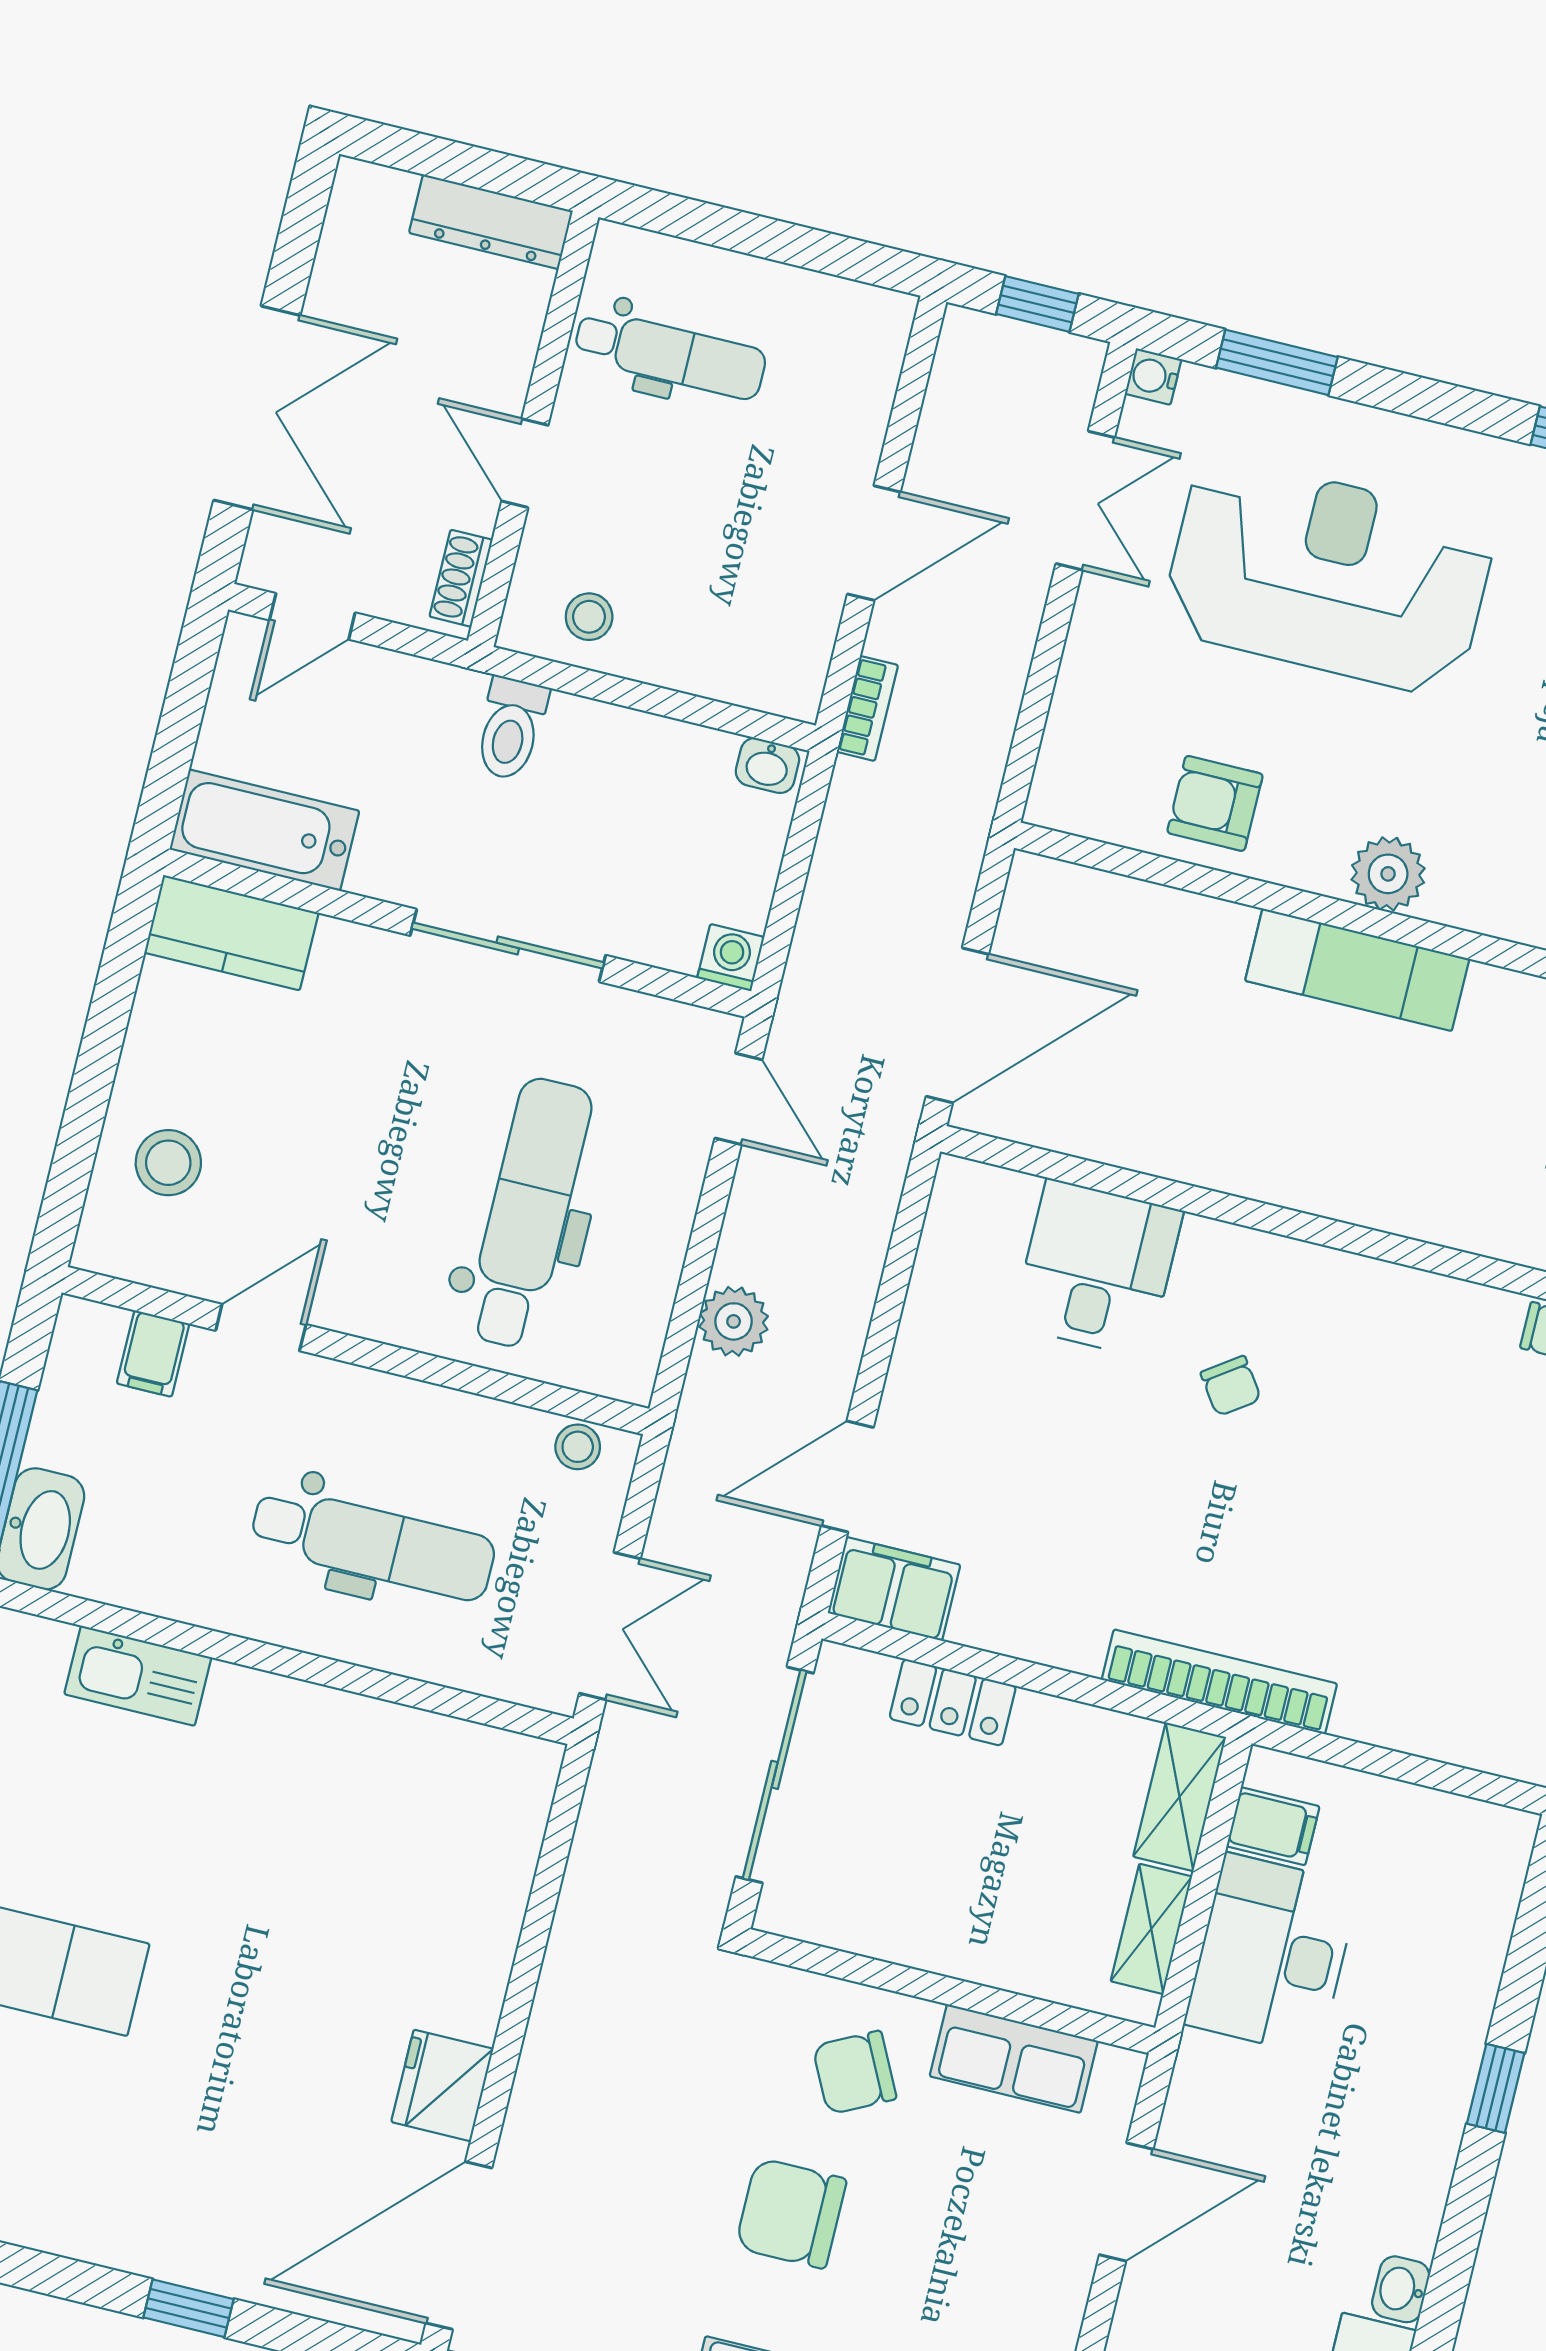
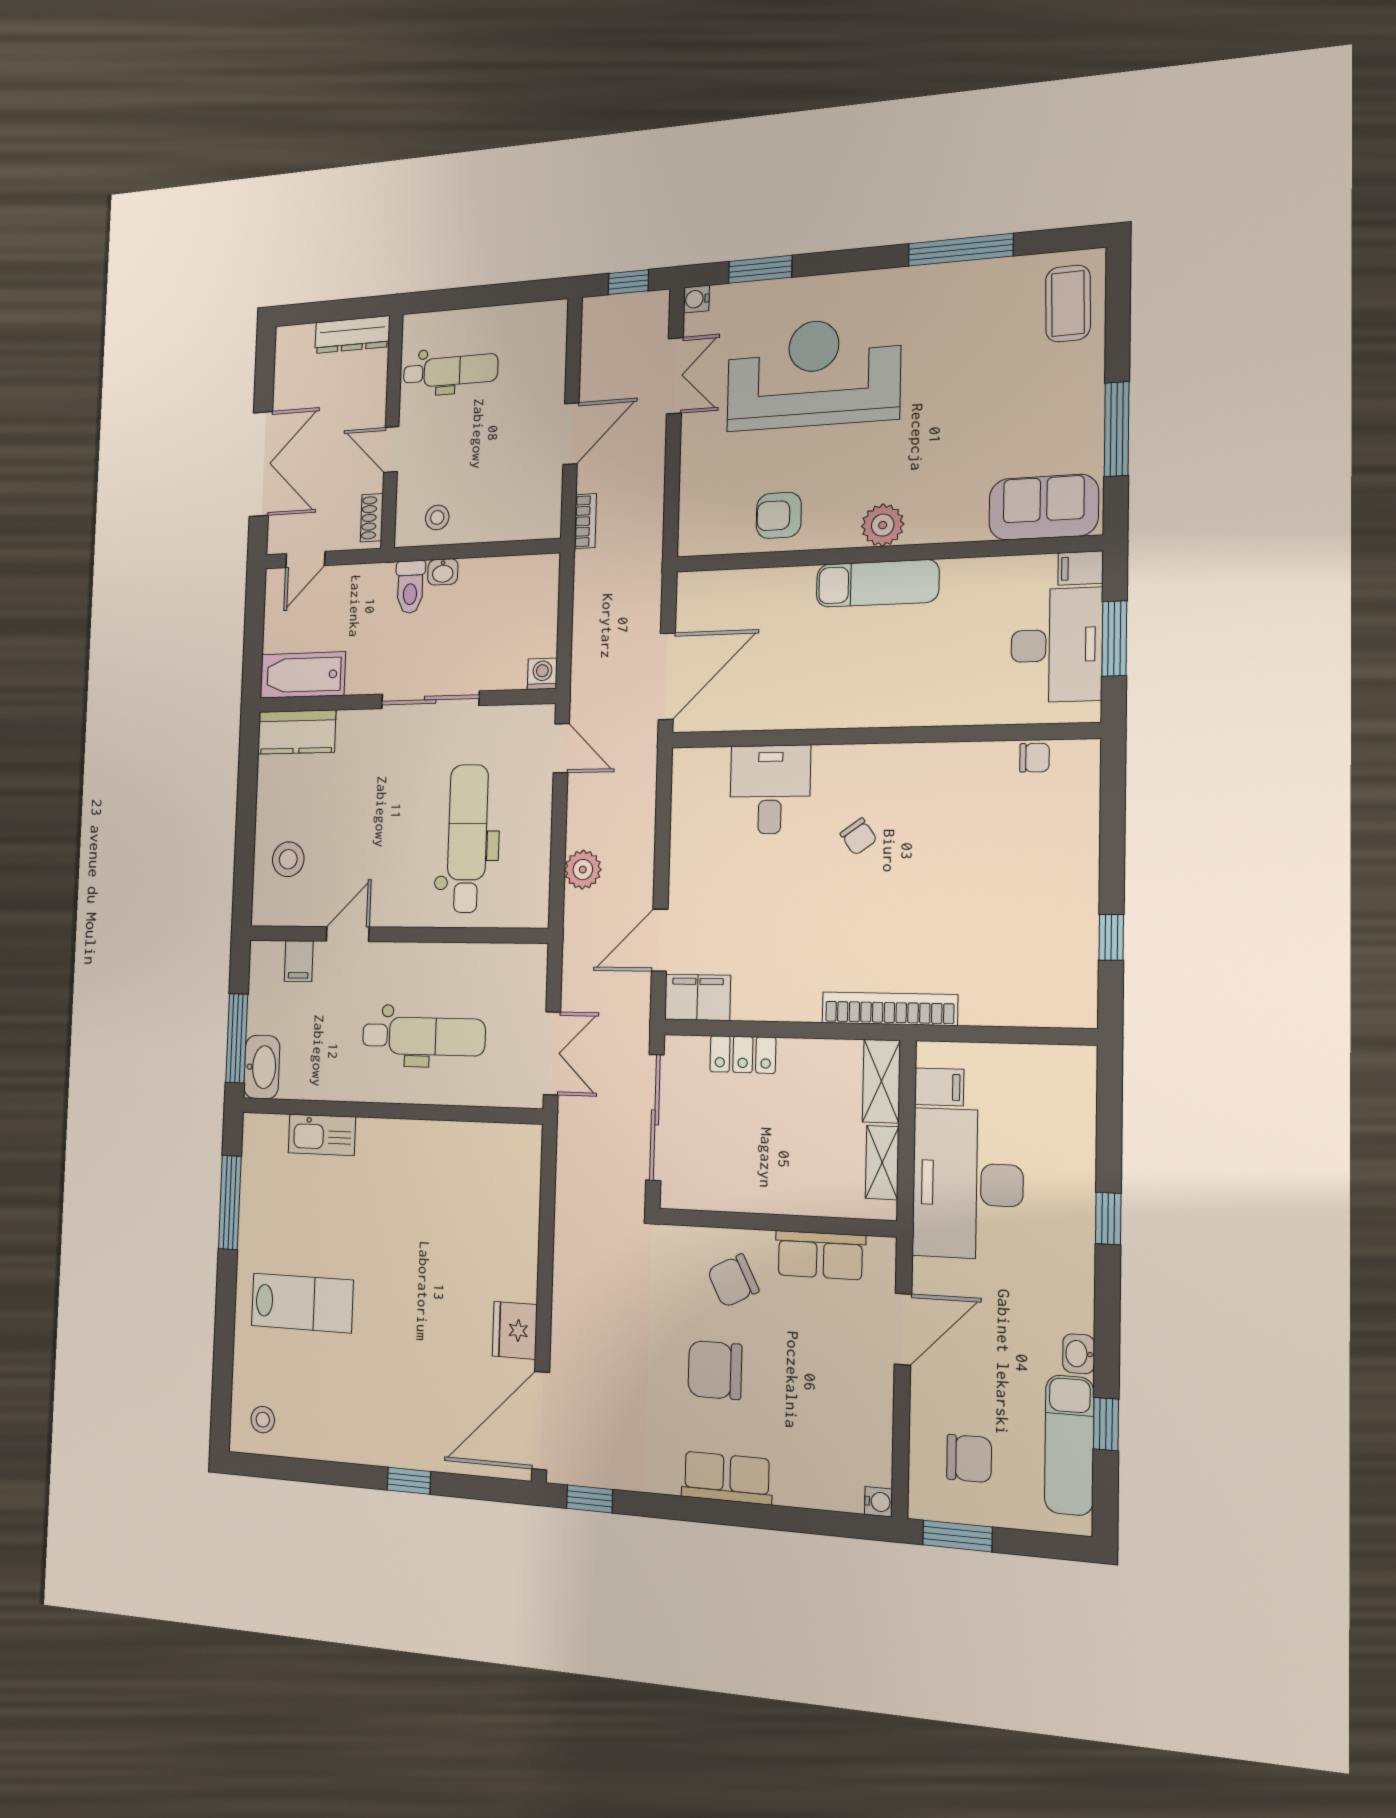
washbasin: (767, 766) -> (443, 572), moved
stool: (578, 1447) -> (516, 958), removed
desk: (1272, 1954) -> (968, 1184), width x1.36, depth x1.30

